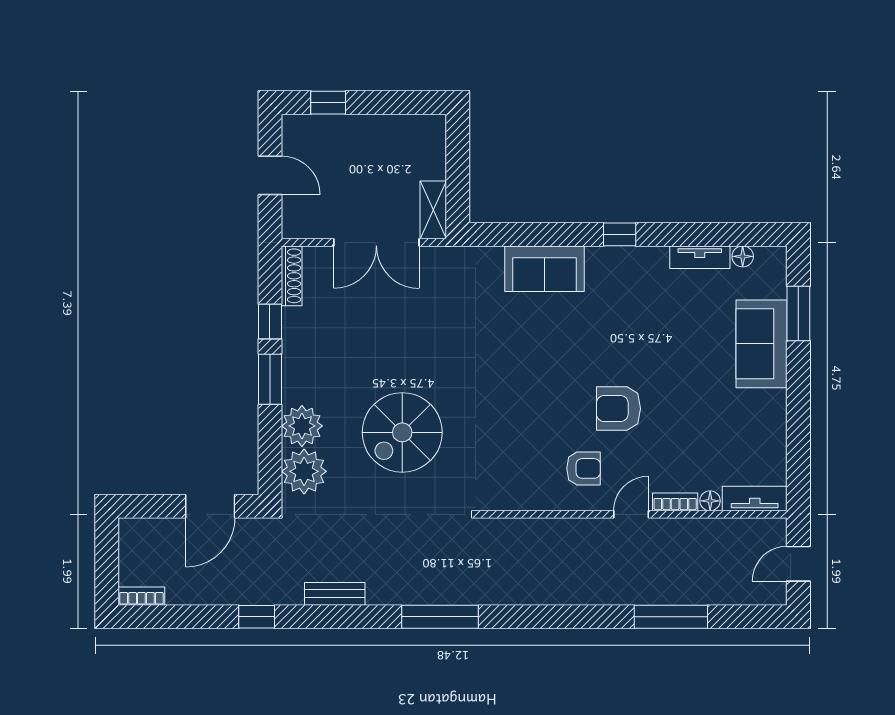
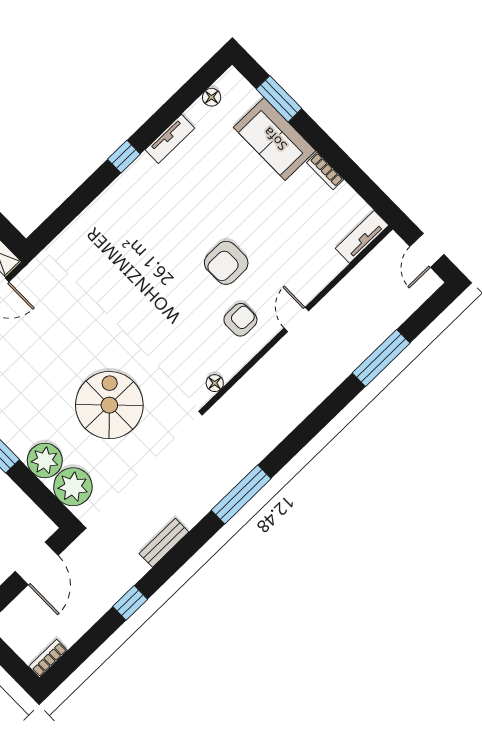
tv unit: (700, 257) -> (170, 139), moved
sofa: (545, 269) -> (99, 222), removed
spiral stairs: (402, 432) -> (109, 405), turned 180
floor lamp: (710, 501) -> (215, 383), moved
bookcase: (675, 502) -> (325, 171), moved, turned -90

